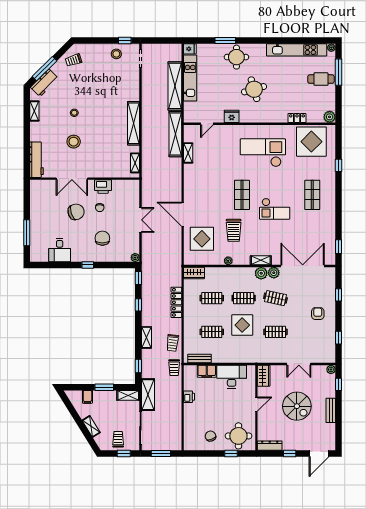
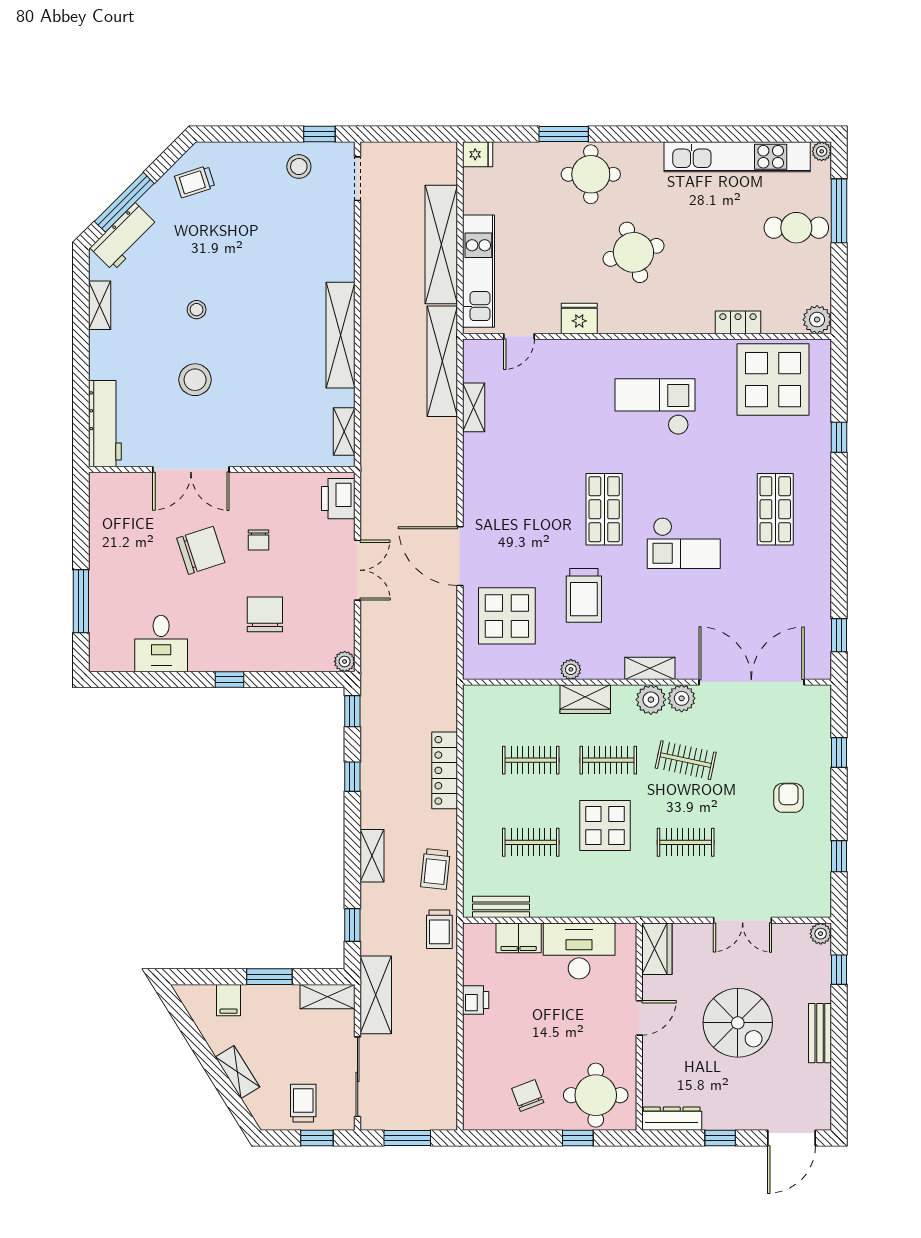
kitchen unit: (190, 78) -> (478, 271), moved
checkout: (263, 153) -> (655, 407), width x0.73, depth x0.83
printer: (103, 186) -> (338, 499), moved, turned 90
wardrobe: (194, 273) -> (585, 699), moved

